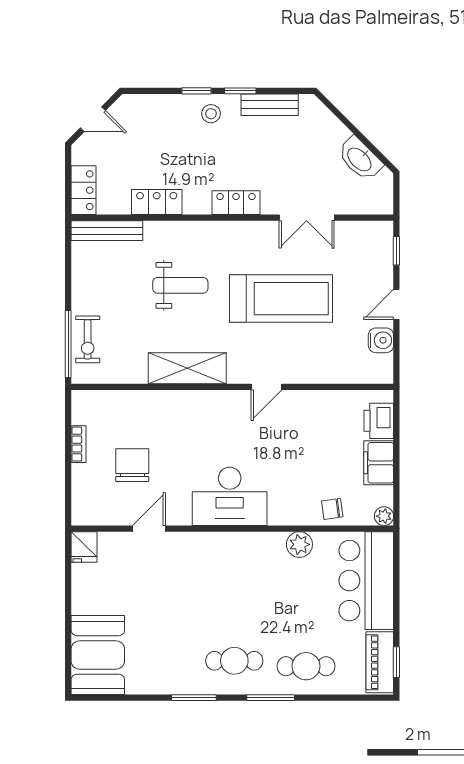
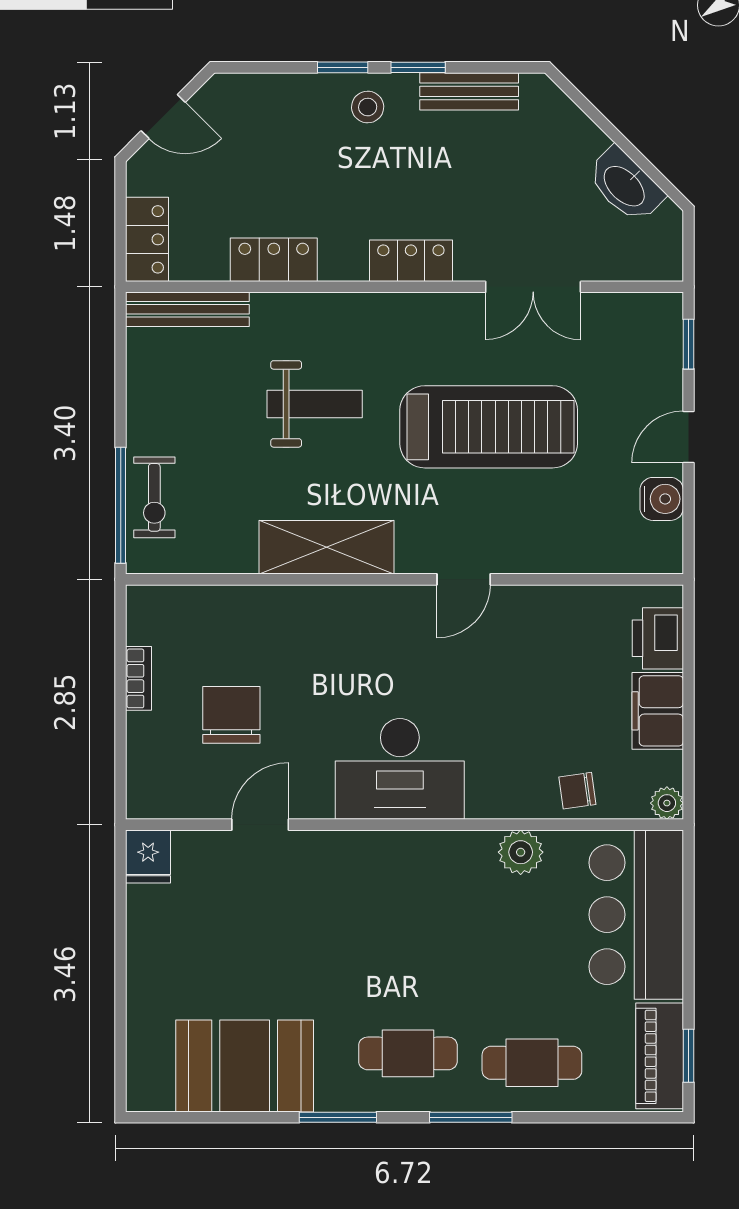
booth: (98, 655) -> (245, 1066), moved, turned 90

